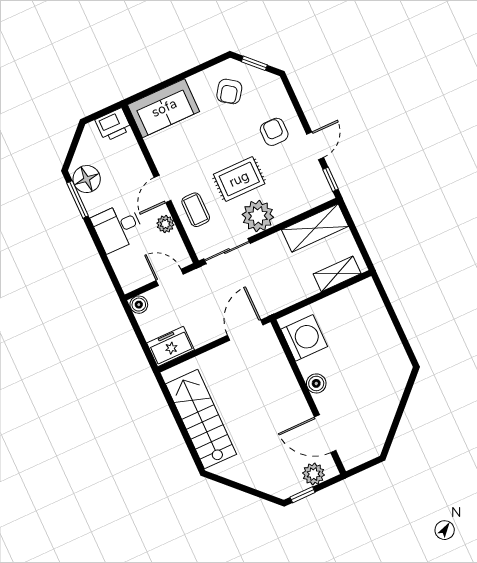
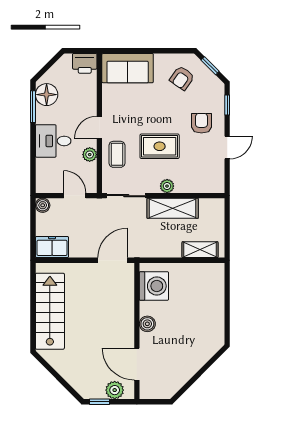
window: (331, 179) -> (227, 105), moved
plant: (258, 216) -> (167, 186), width x0.53, depth x0.53
shelving: (315, 228) -> (173, 208), moved

